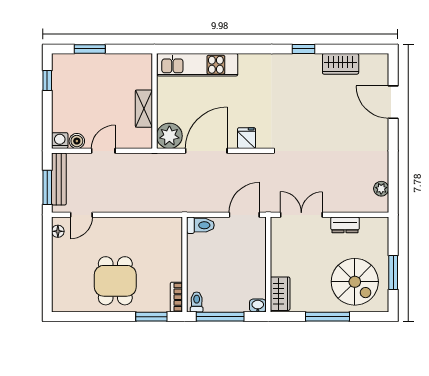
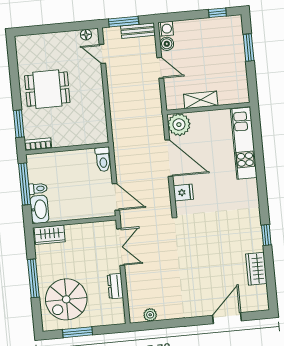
bench: (59, 179) -> (138, 31), width x0.73
toilet: (197, 302) -> (38, 189), moved
washbasin: (258, 306) -> (39, 209), width x1.91, depth x1.45

